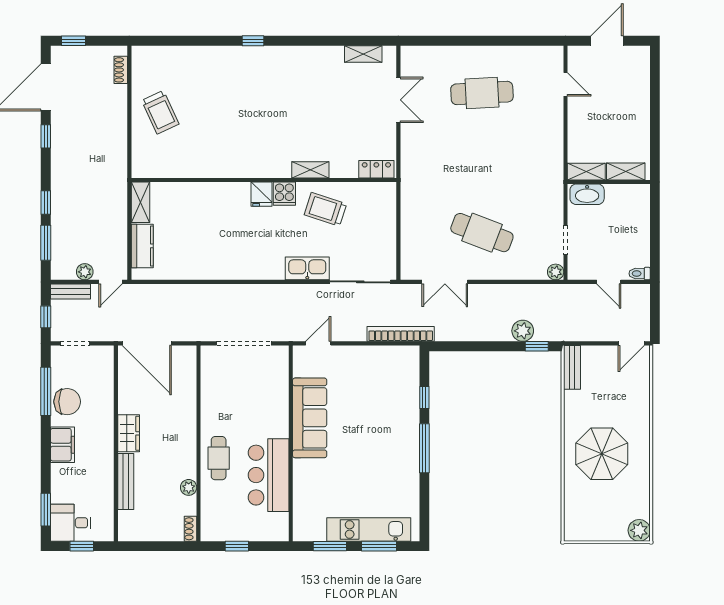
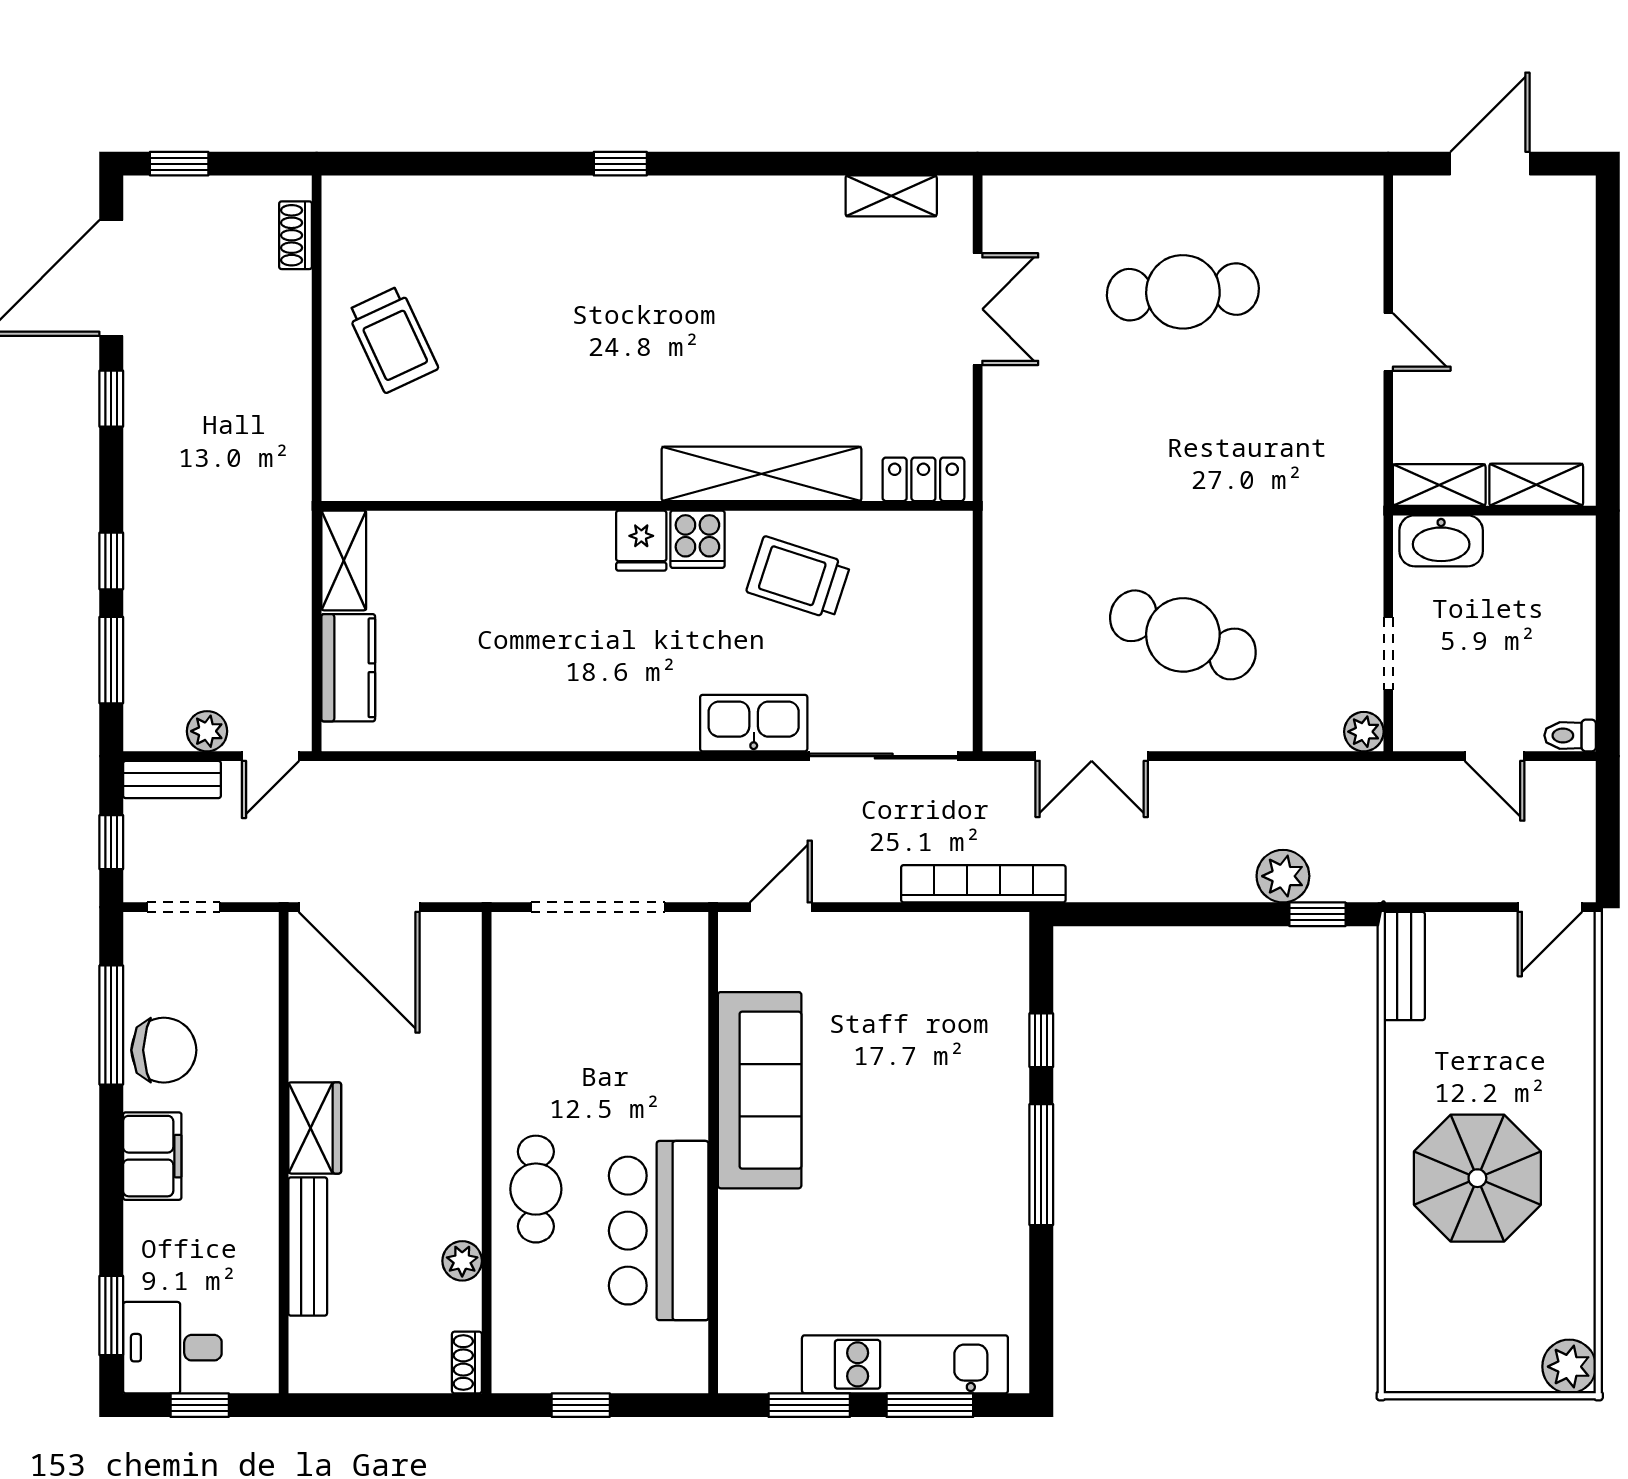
door: (566, 84) -> (1388, 342), moved
shelving: (310, 170) -> (762, 474), width x2.20, depth x1.33

